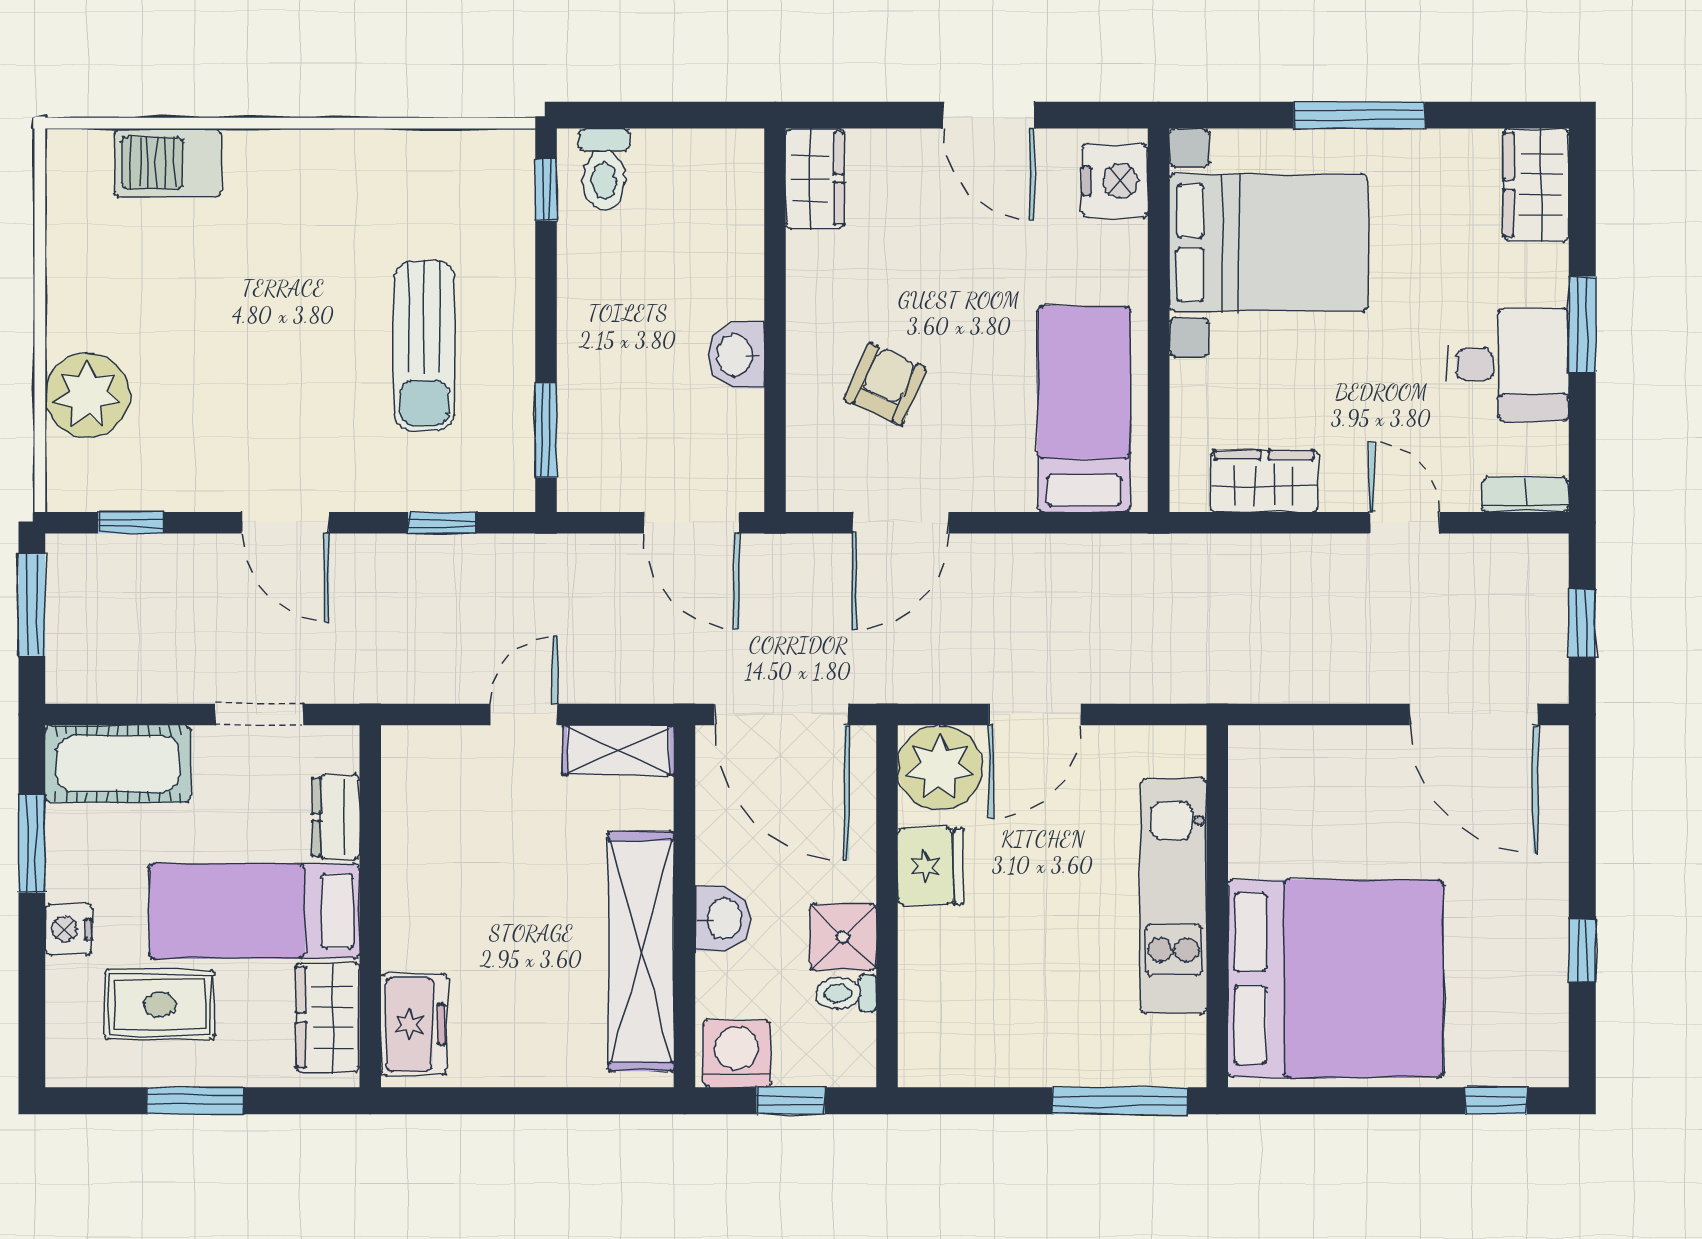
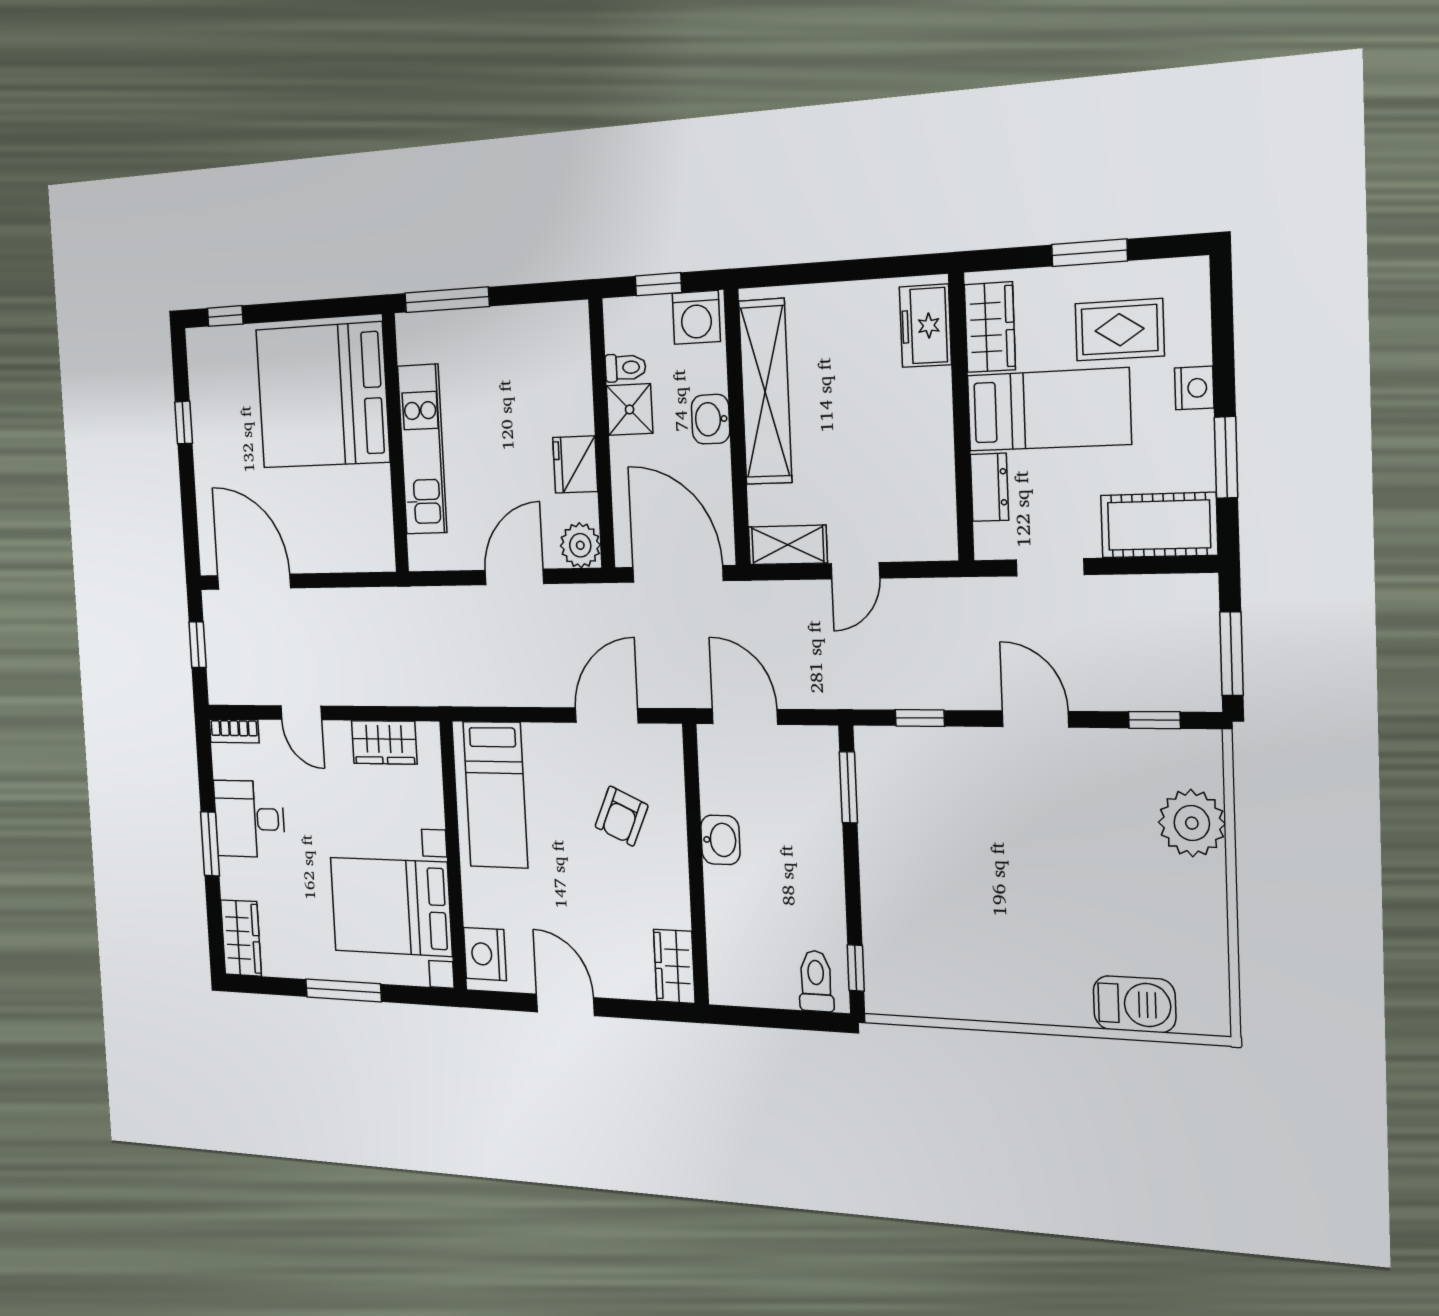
sun lounger: (425, 346) -> (938, 854), removed
plant: (940, 767) -> (580, 545), width x0.73, depth x0.73

